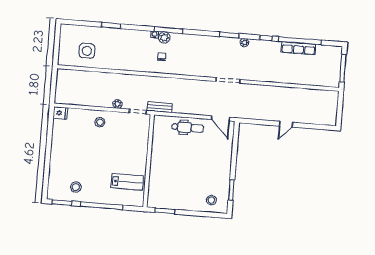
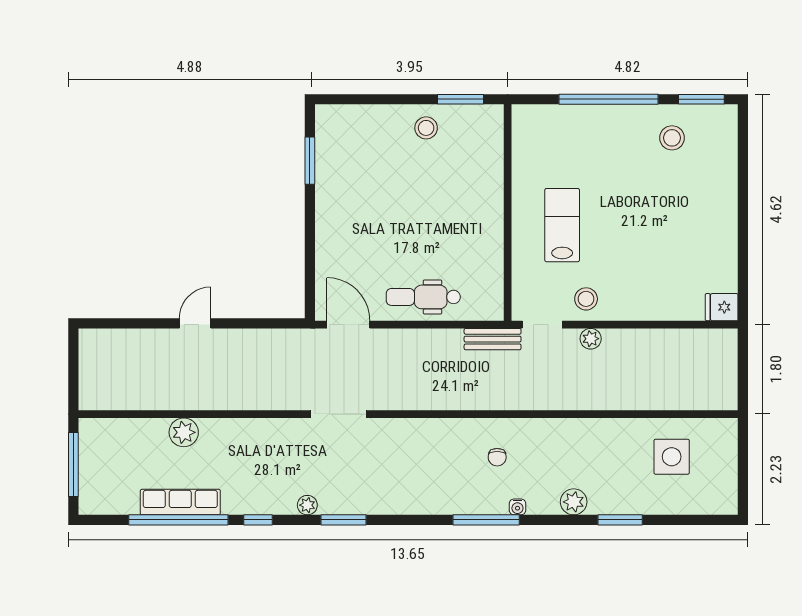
plant: (164, 38) -> (574, 502), moved
plant: (295, 78) -> (184, 432), added
stool: (100, 122) -> (586, 299), moved
lab bench: (127, 182) -> (562, 225), moved, turned 90
stool: (211, 200) -> (426, 128), moved

